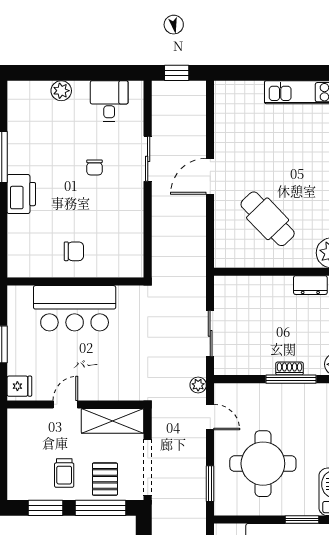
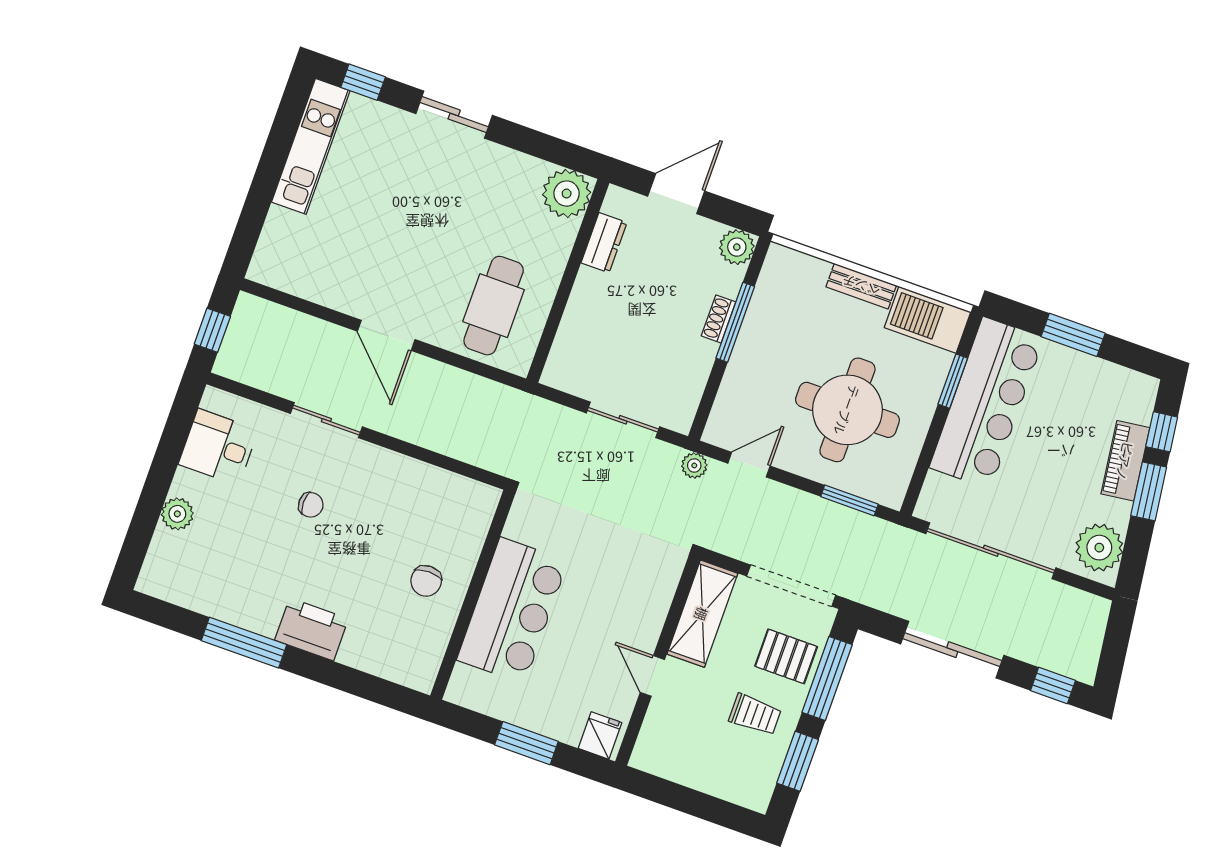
cafe table: (268, 219) -> (494, 306), moved, turned -46
chair: (74, 251) -> (426, 581), turned 180

